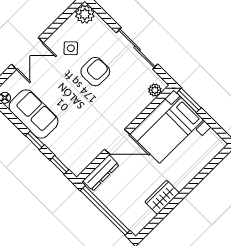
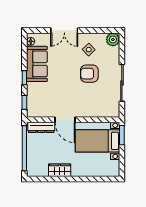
armchair: (95, 72) -> (89, 74), turned 180
plant: (155, 90) -> (110, 113), removed

